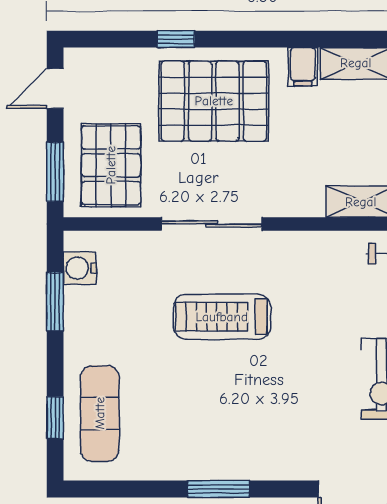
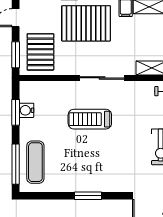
sliding door: (212, 224) -> (102, 78), moved
water cooler: (80, 268) -> (26, 110), moved
window: (55, 418) -> (16, 164), width x2.17

